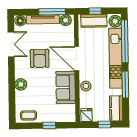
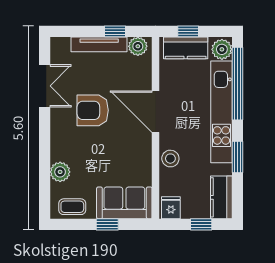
window: (52, 12) -> (115, 31), width x0.46
floor lamp: (20, 21) -> (61, 46), removed
armchair: (40, 58) -> (93, 110), turned 90
plant: (21, 84) -> (60, 172), moved
window: (125, 85) -> (237, 157), width x0.69
sofa: (66, 87) -> (124, 203), moved, turned 90

